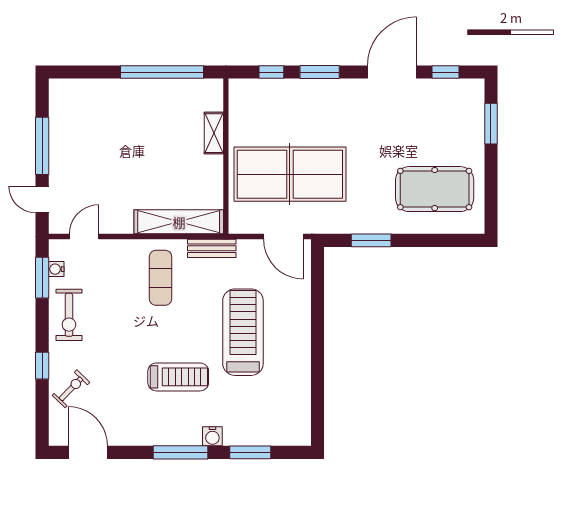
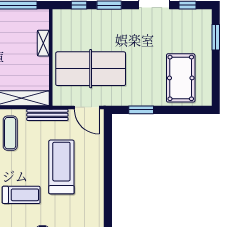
pool table: (435, 189) -> (181, 78), turned 90
bench: (212, 248) -> (47, 115), width x1.36

